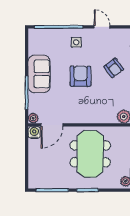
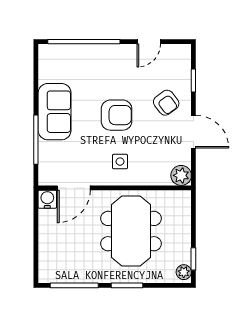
door: (102, 27) -> (149, 42), swing flipped
side table: (76, 42) -> (120, 162), moved
armchair: (81, 76) -> (117, 115), turned 90
plant: (33, 118) -> (46, 178), removed

